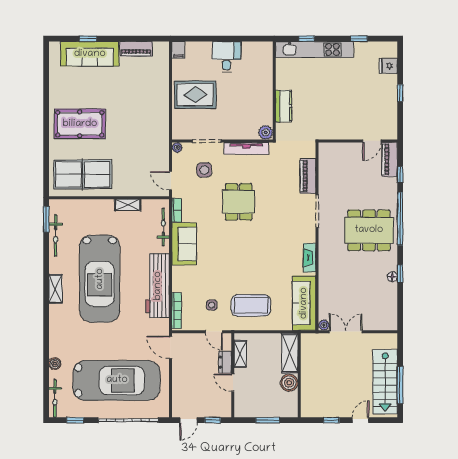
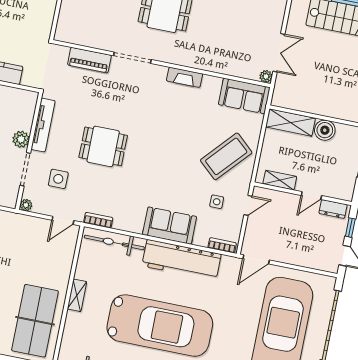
plant: (266, 132) -> (21, 139), moved
shelving: (128, 205) -> (77, 295), moved
bicycle: (163, 227) -> (114, 242), width x1.37, depth x1.40
sofa: (184, 244) -> (170, 226), moved
sofa: (304, 303) -> (244, 96), width x0.73
coffee table: (251, 305) -> (226, 156), turned 42
bookcase: (177, 310) -> (222, 245), width x0.64
double door: (346, 332) -> (279, 53), swing flipped
dresser: (225, 362) -> (333, 209), moved

